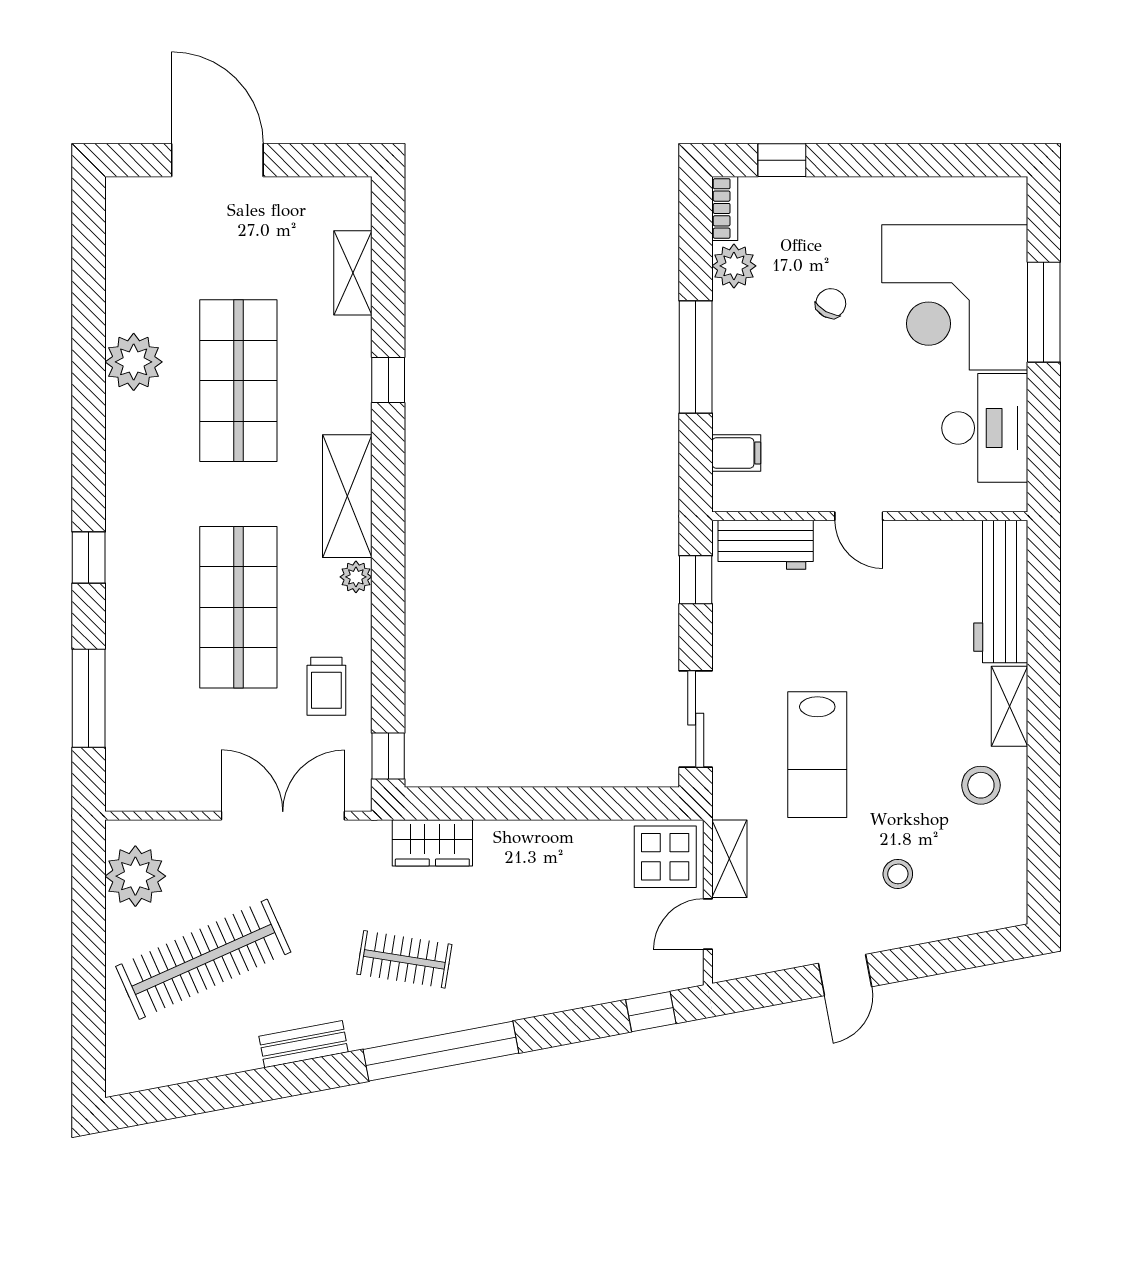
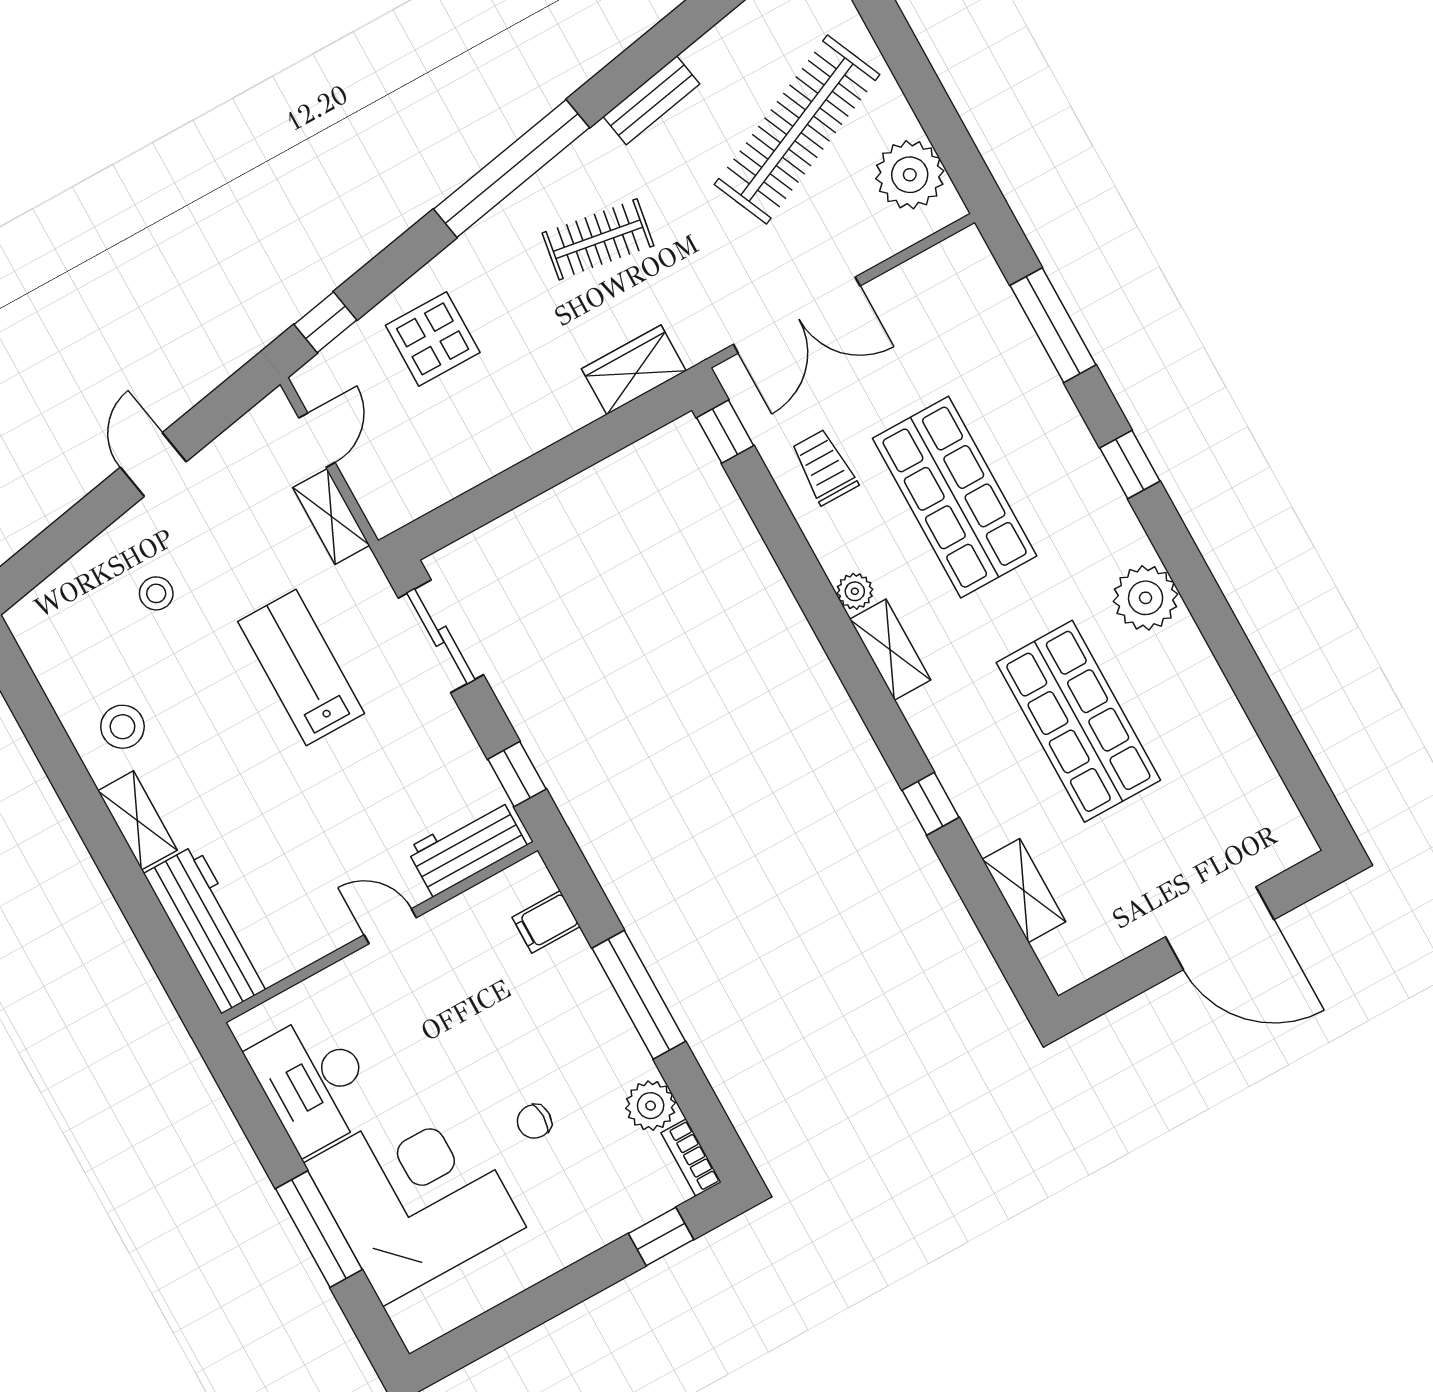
chair: (831, 303) -> (534, 1121), turned 61
plant: (134, 362) -> (1146, 598), moved
shelving: (347, 496) -> (890, 650), width x0.67, depth x0.75
display table: (665, 857) -> (433, 339), moved

